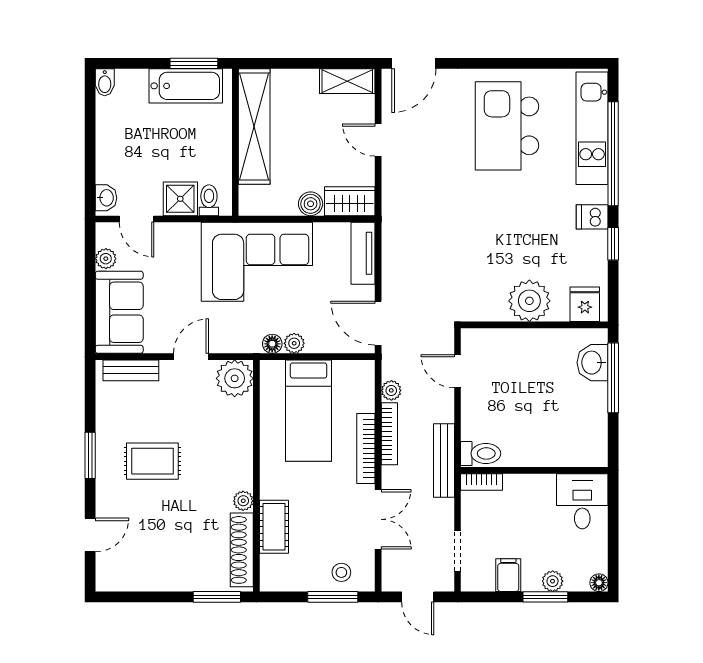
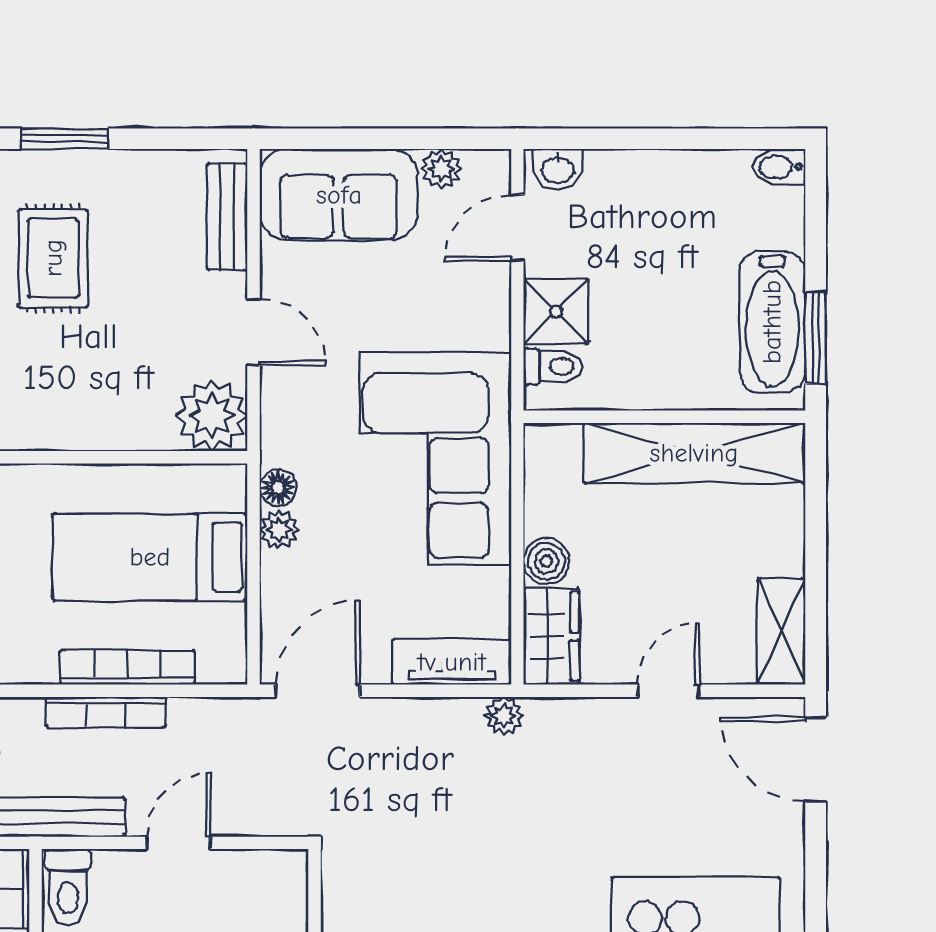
door: (458, 371) -> (179, 843), moved
plant: (391, 390) -> (504, 716), moved
bookcase: (366, 448) -> (128, 667), moved

